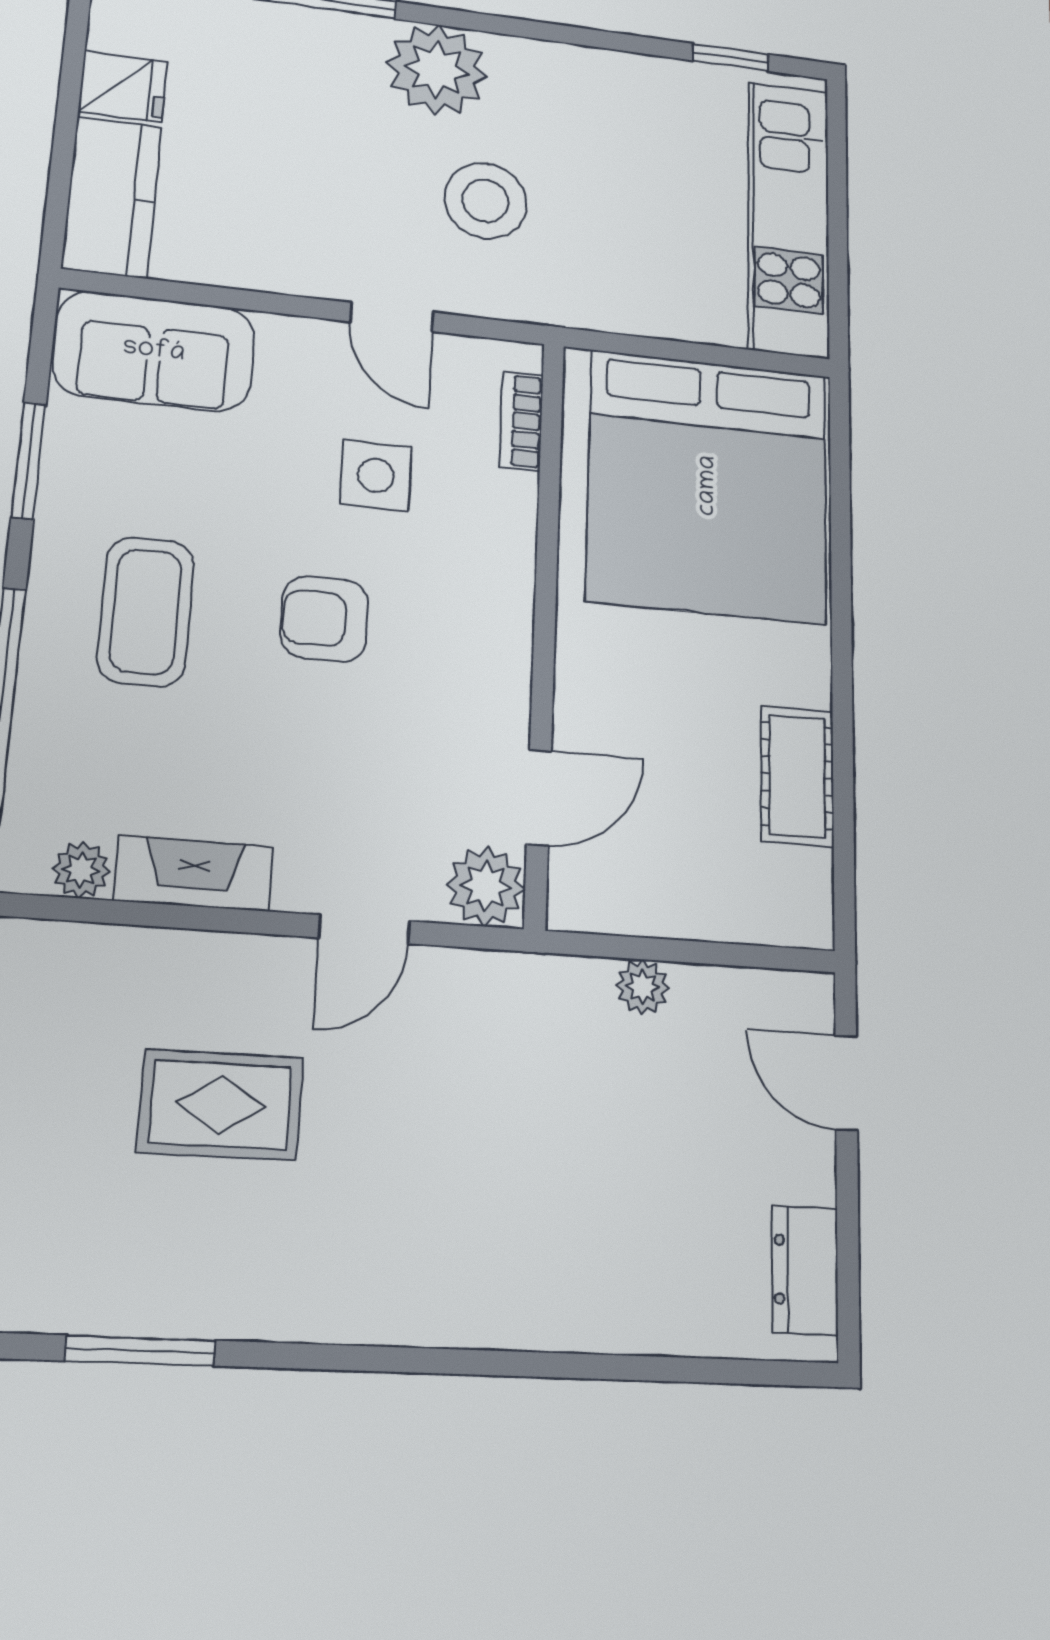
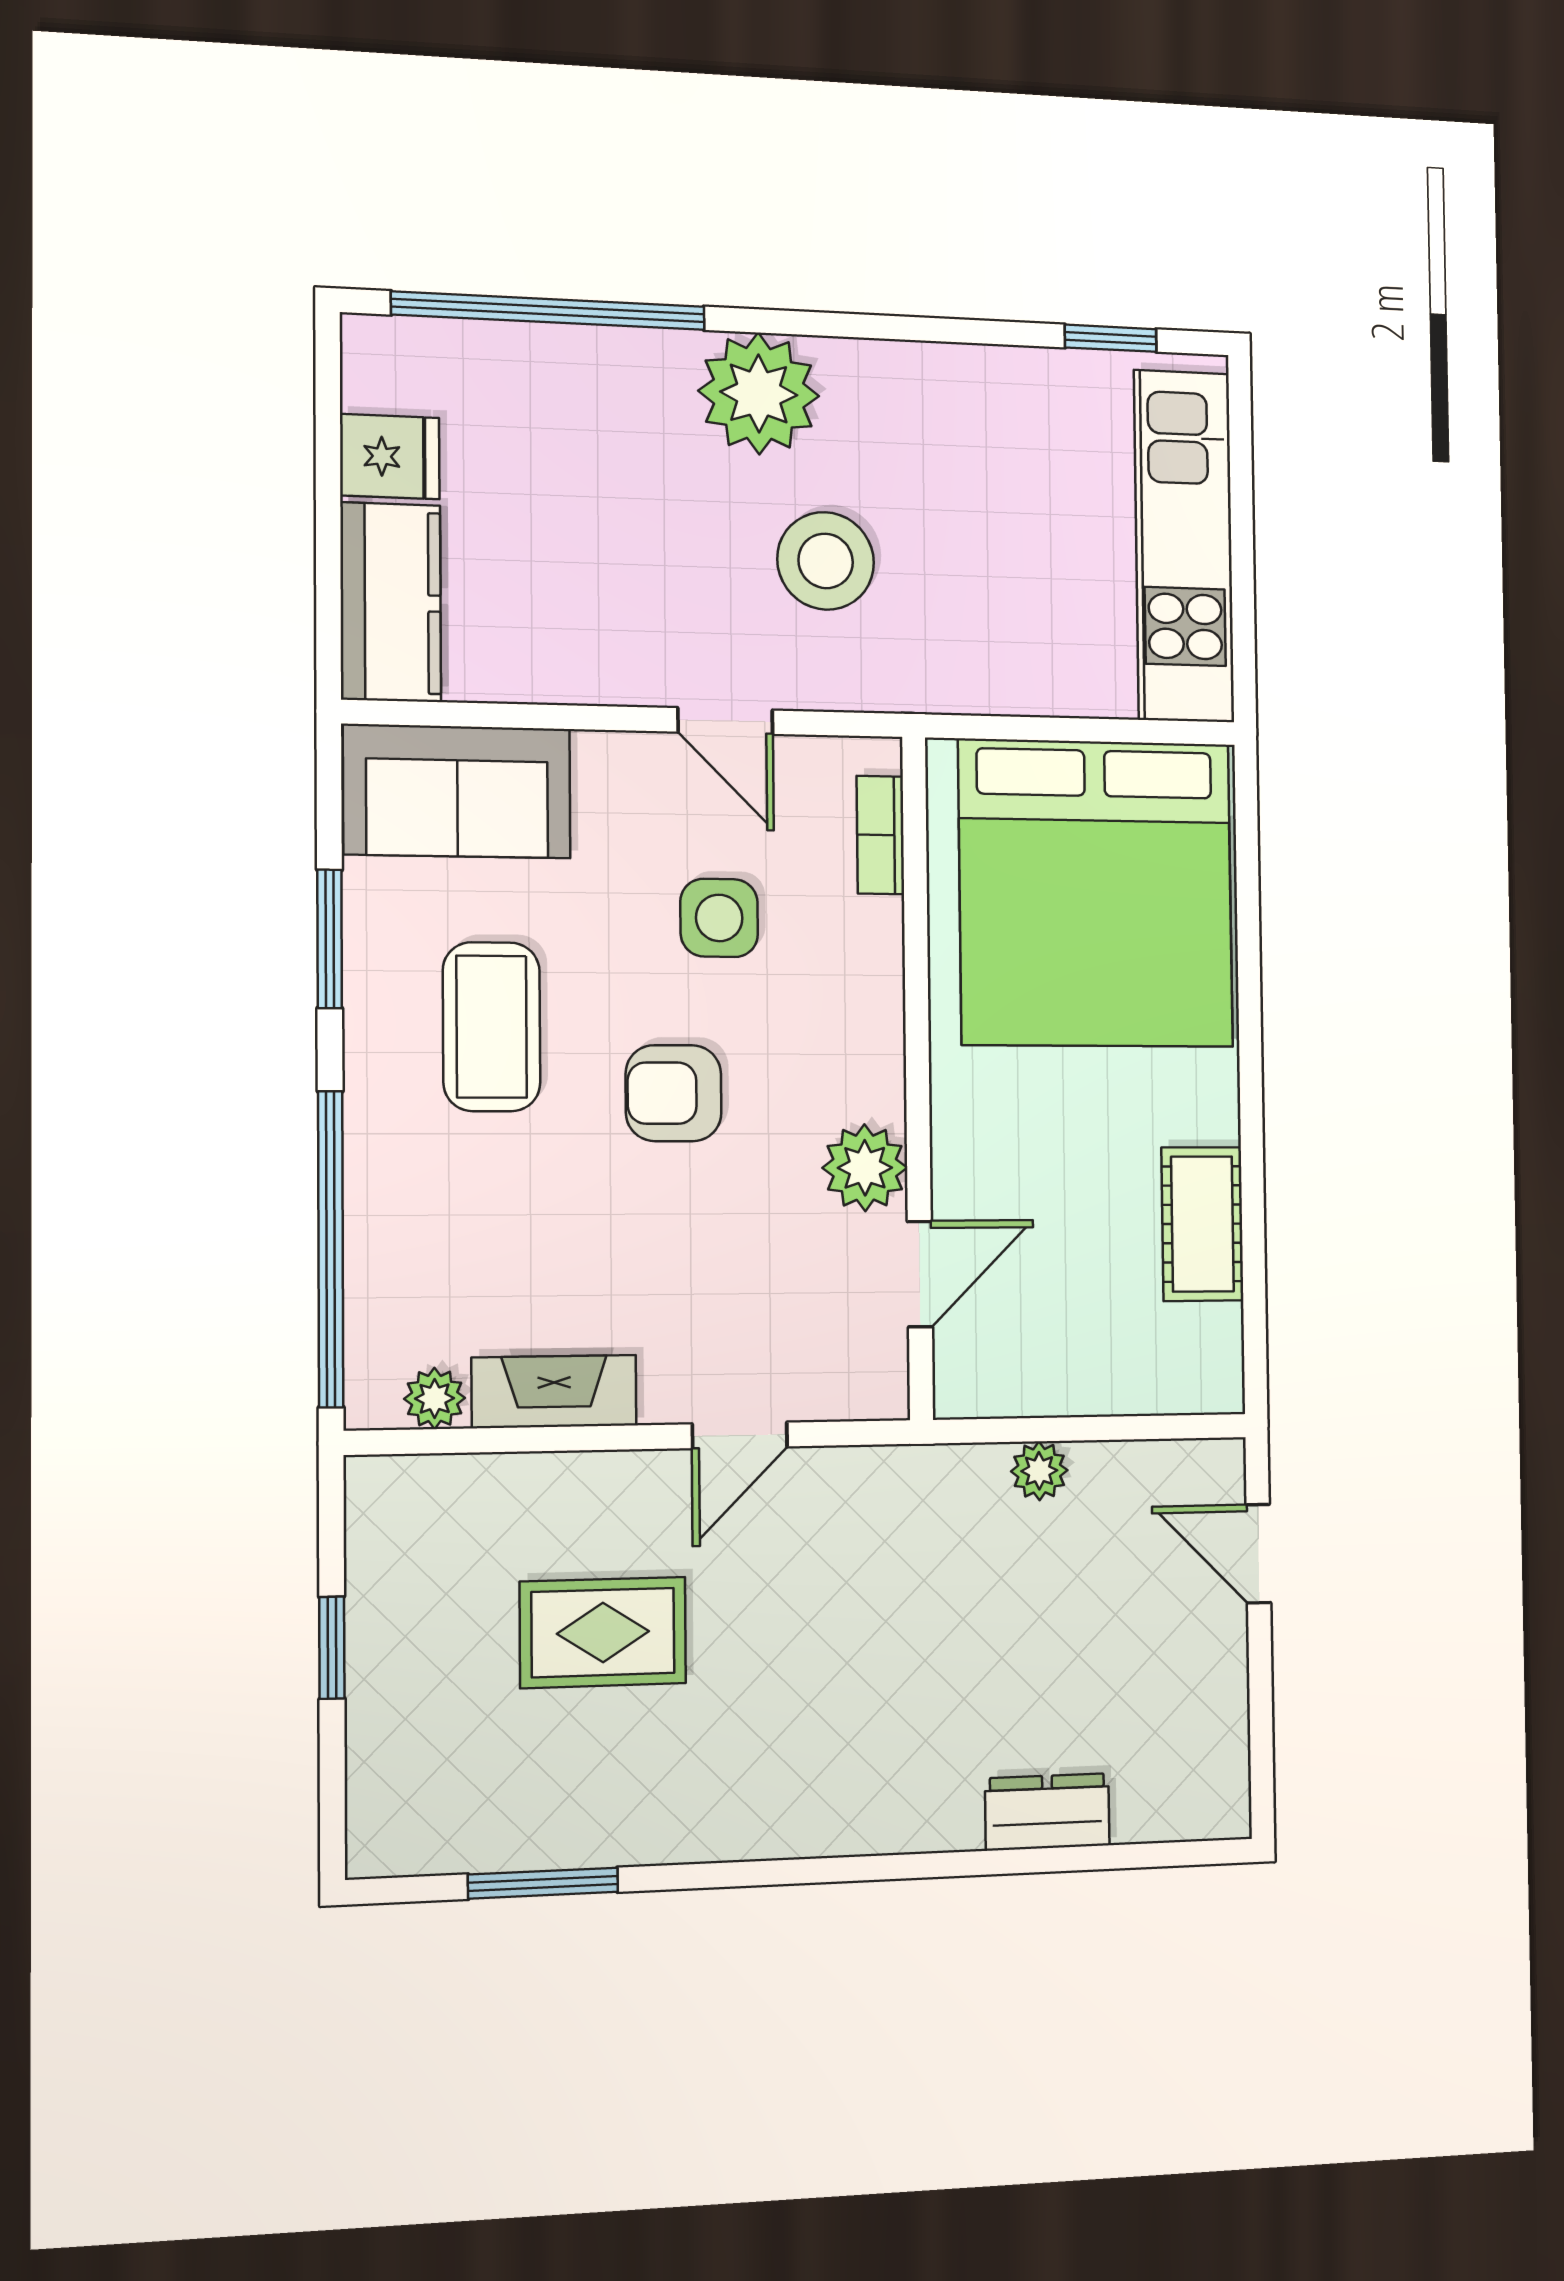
coffee table: (146, 611) -> (492, 1027), moved
plant: (486, 886) -> (865, 1168), moved
dresser: (805, 1270) -> (1047, 1812), moved, turned 90

